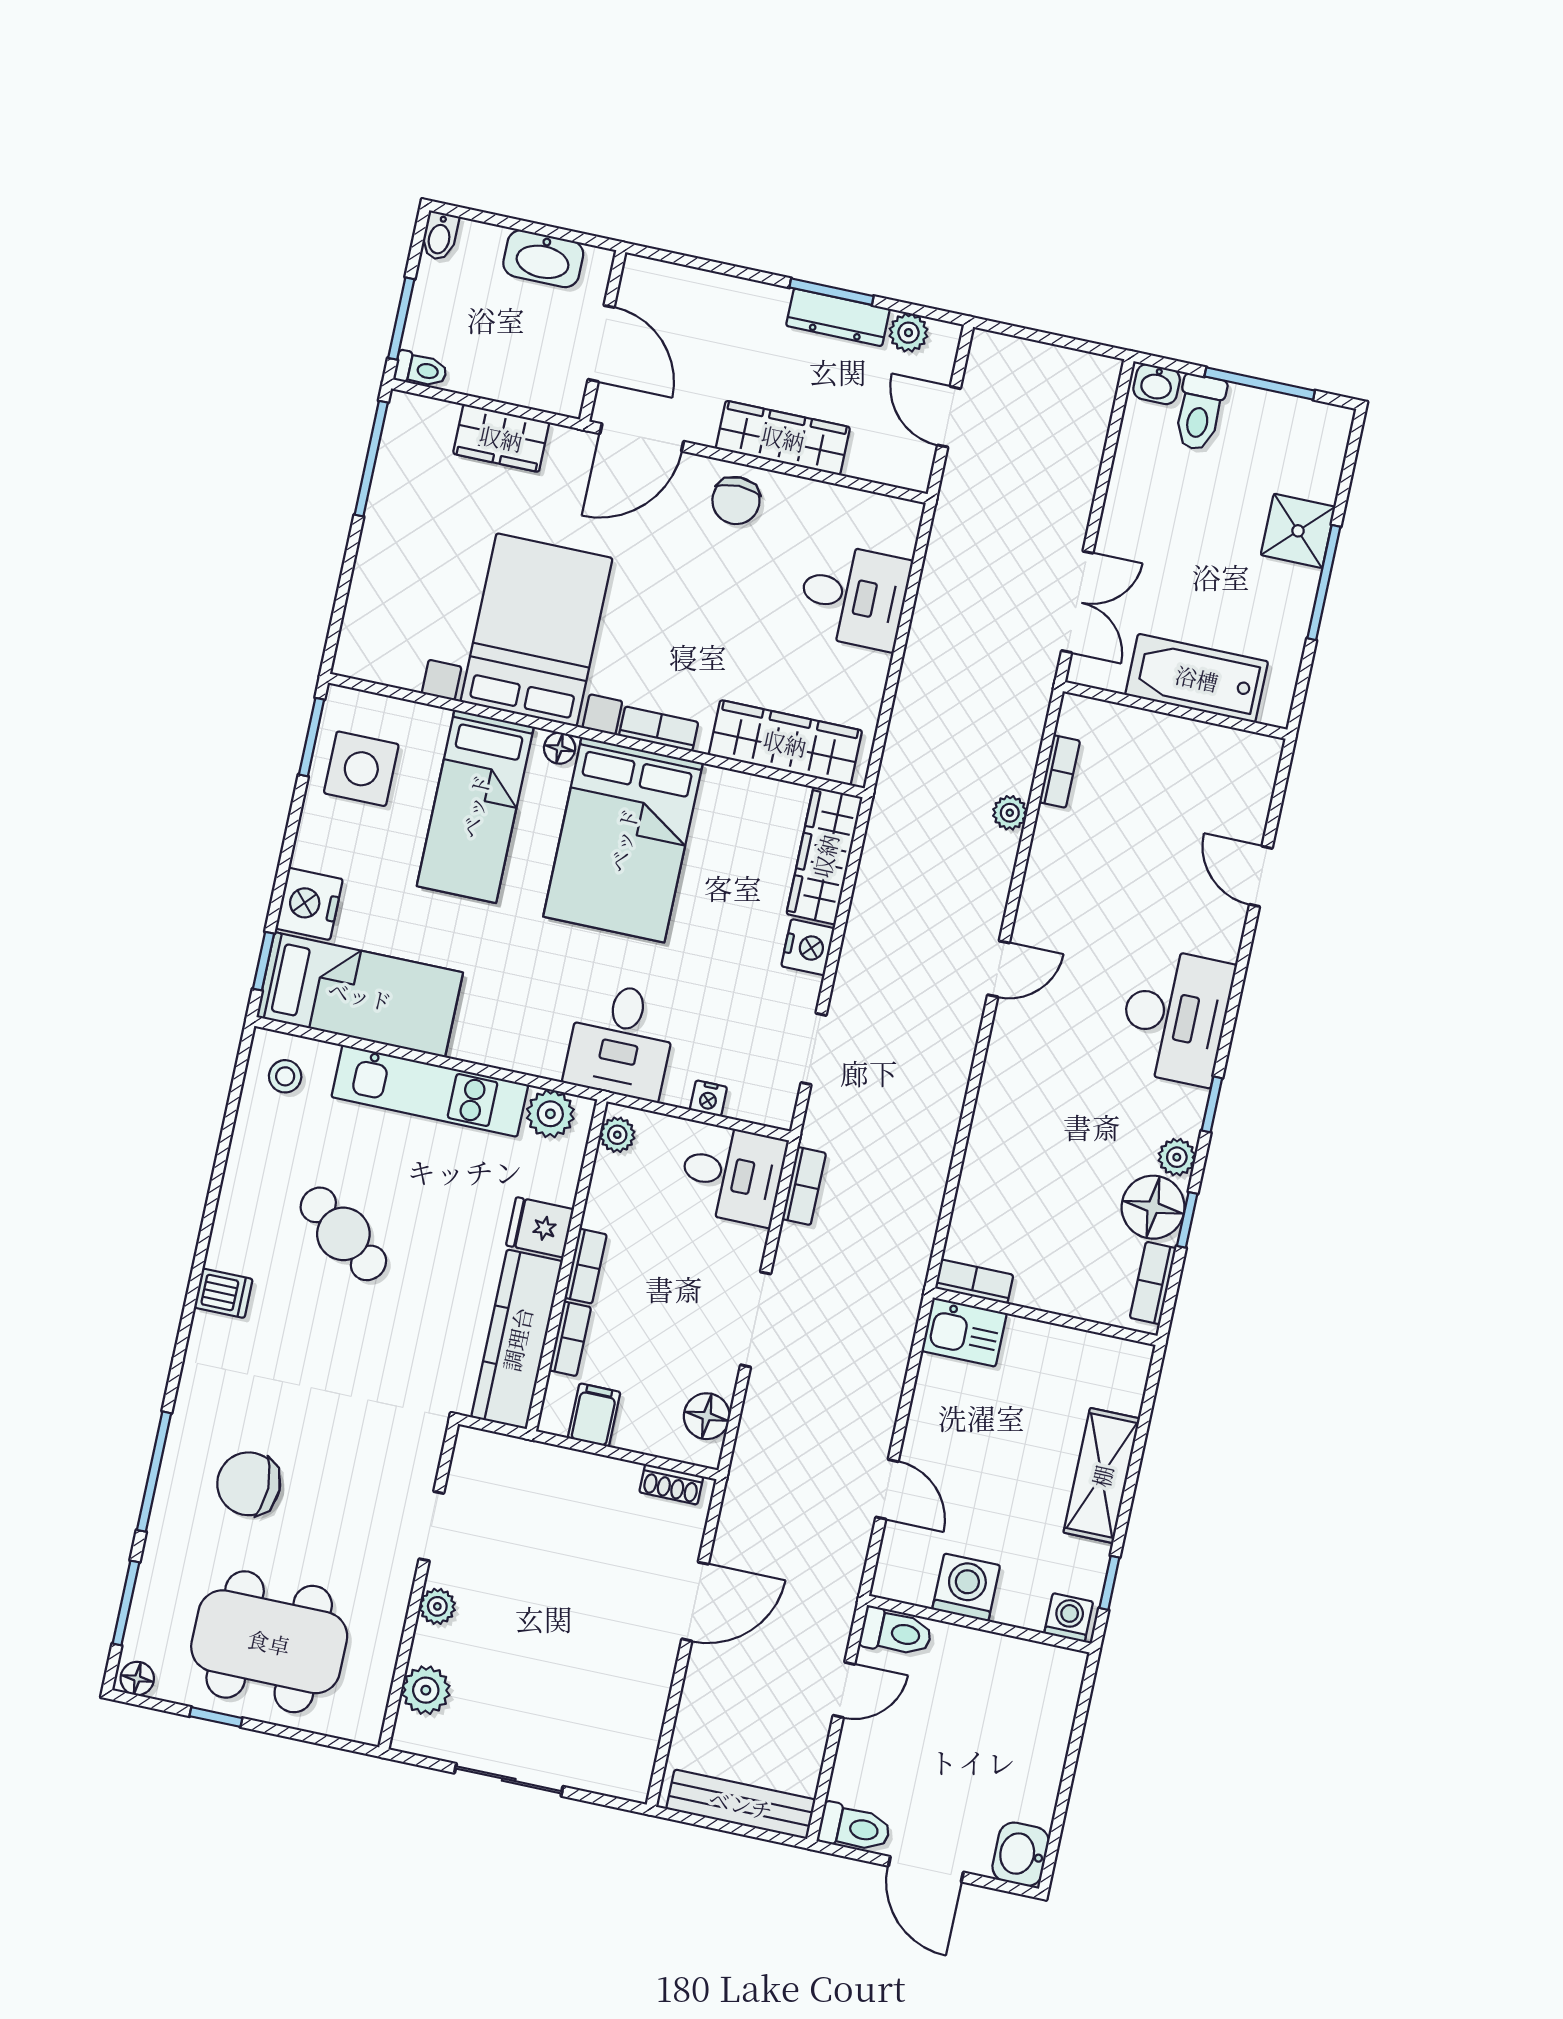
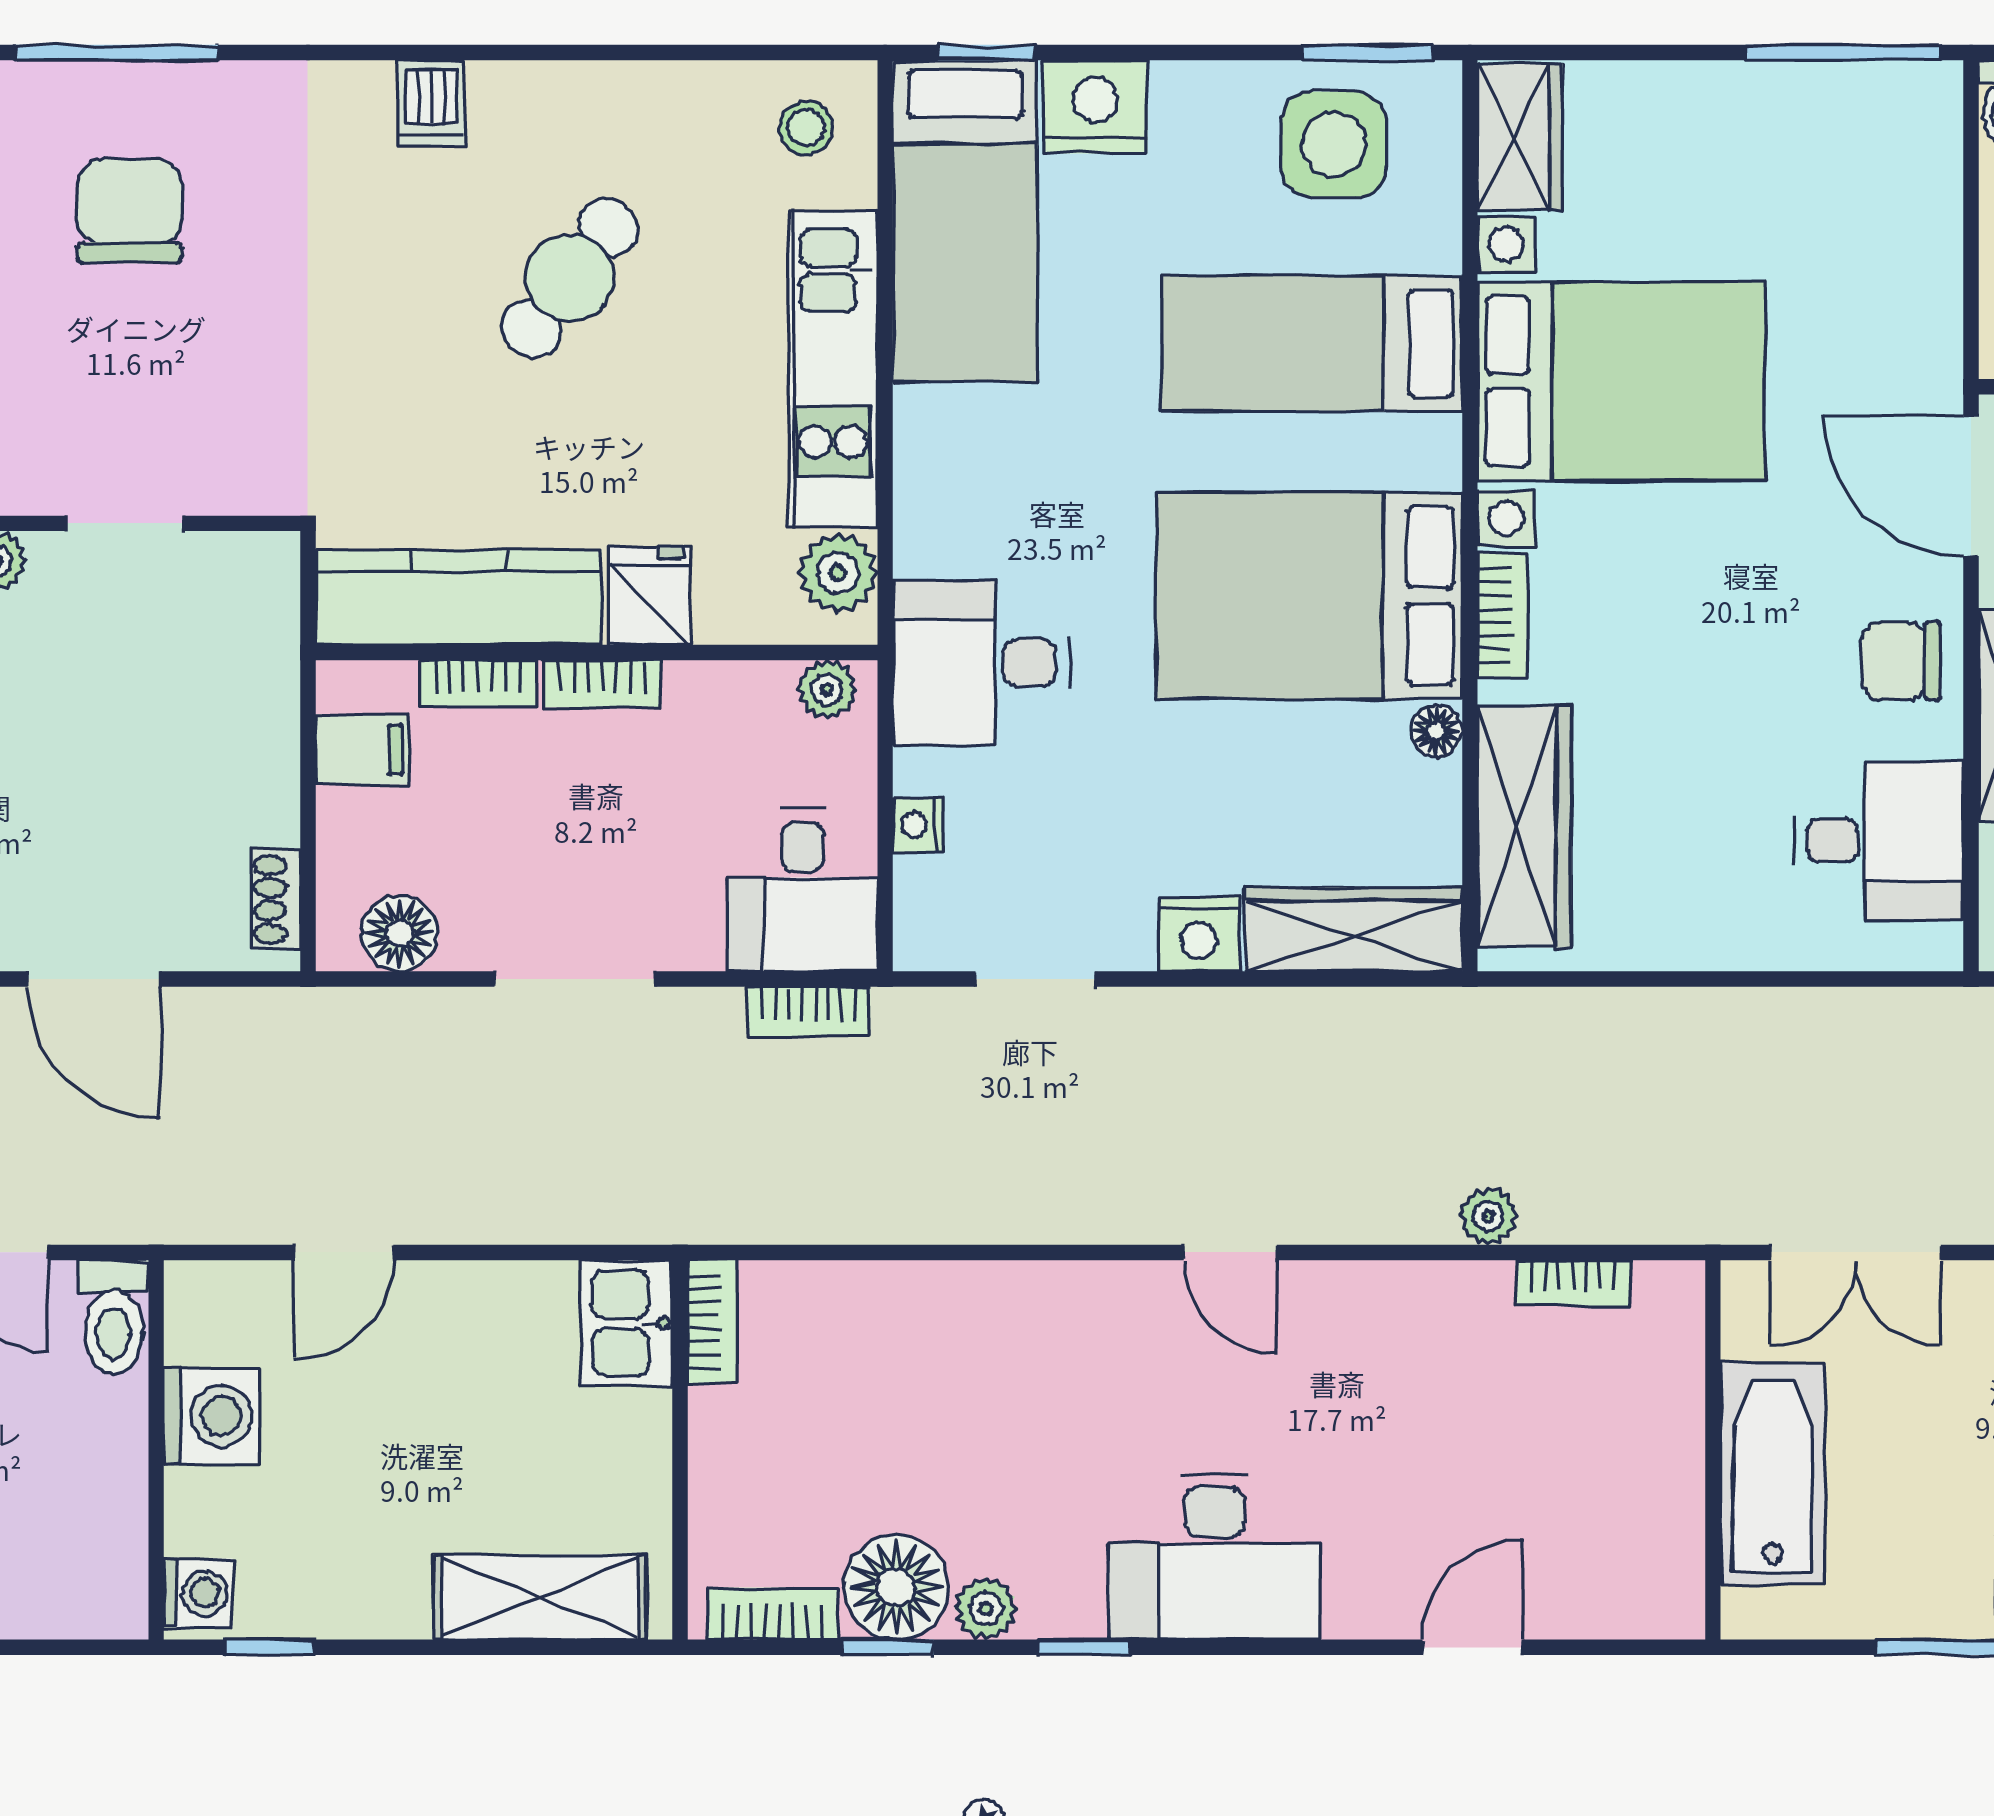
wardrobe: (501, 438) -> (1520, 137), moved, turned 180
desk: (854, 596) -> (1879, 840), moved, turned -90
floor lamp: (560, 748) -> (1436, 731), moved
shelving: (1102, 1476) -> (540, 1597), moved

